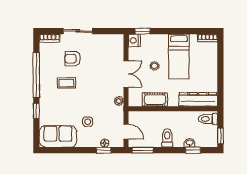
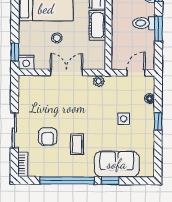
cot: (155, 99) -> (97, 25), moved
sofa: (58, 136) -> (117, 164), moved, turned 90
window: (104, 150) -> (158, 121), moved
window: (143, 150) -> (159, 29), moved

